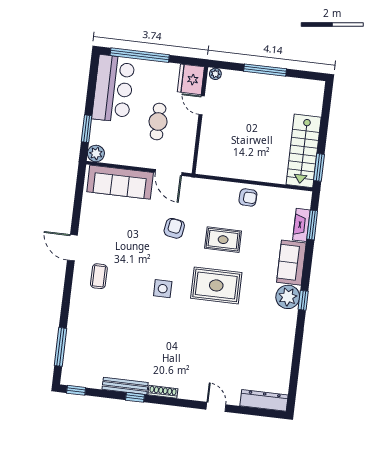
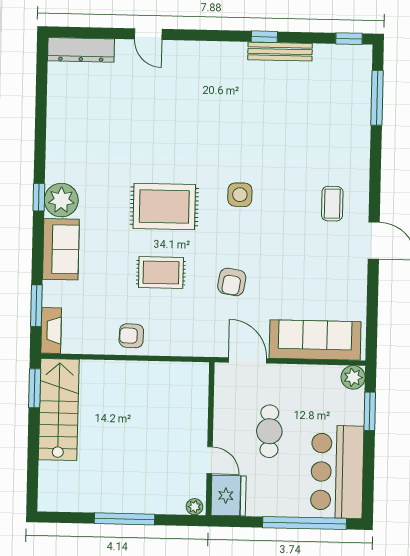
fireplace: (301, 225) -> (51, 330), moved
shoe rack: (163, 392) -> (226, 48), removed

